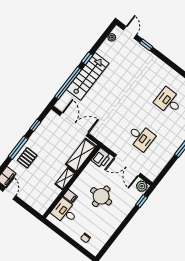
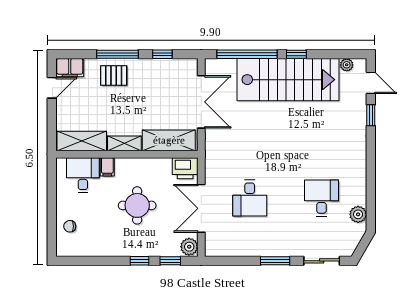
door: (130, 32) -> (371, 83), hinge flipped
stairs: (88, 76) -> (288, 80), width x1.36, depth x1.51
shelving: (48, 199) -> (82, 141), added
window: (130, 216) -> (139, 261), added

